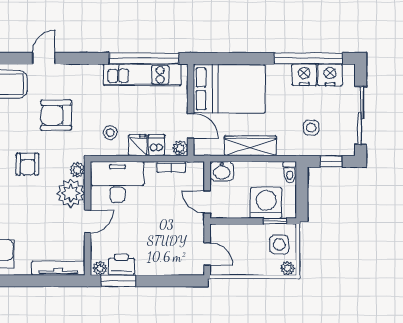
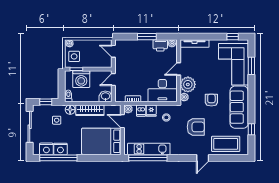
floor lamp: (286, 147) -> (70, 110), added
door: (207, 202) -> (113, 80), swing flipped
window: (118, 281) -> (147, 37), moved

